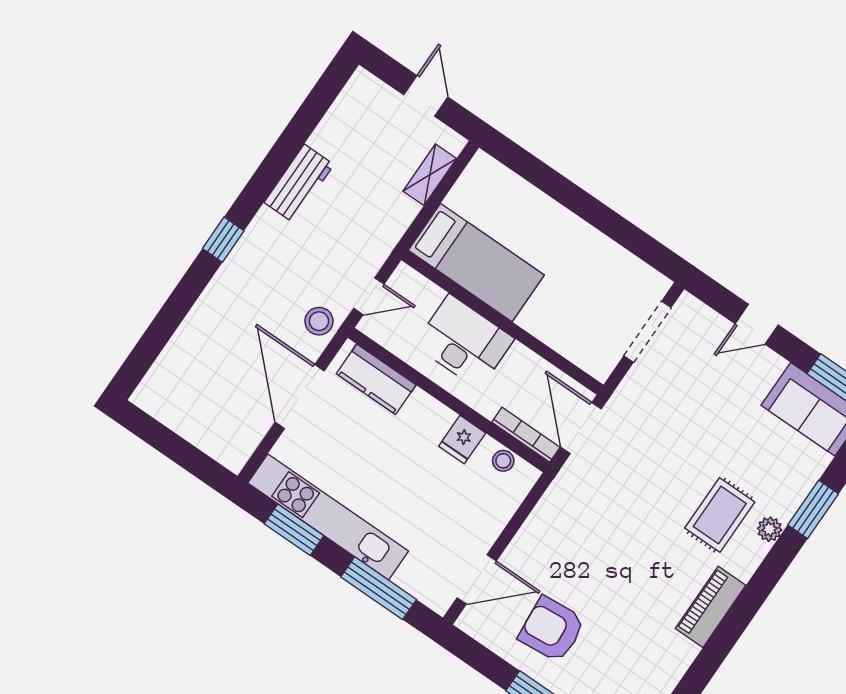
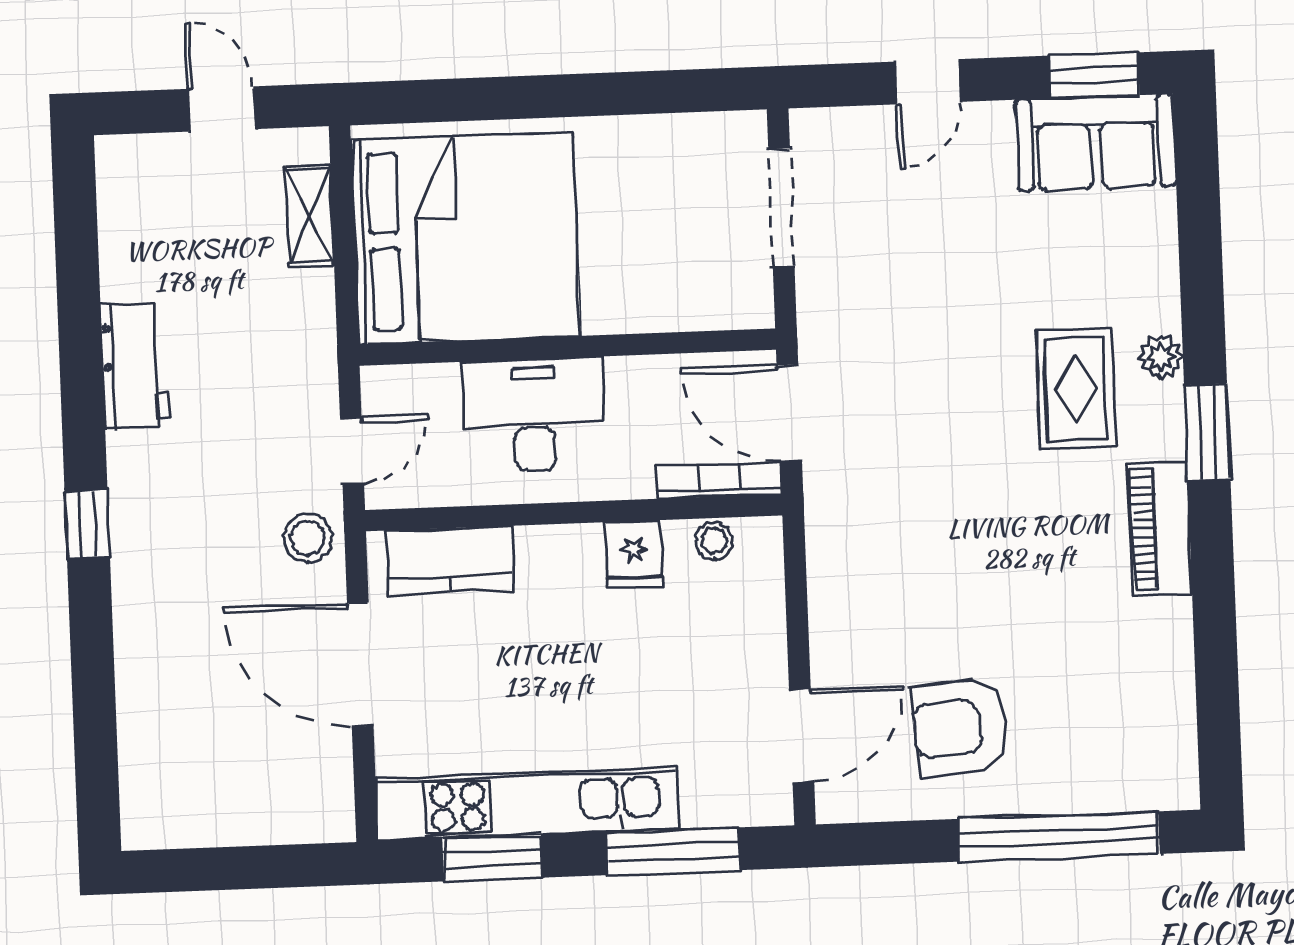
bed: (476, 263) -> (466, 238), width x2.04
window: (813, 509) -> (1207, 432), moved

